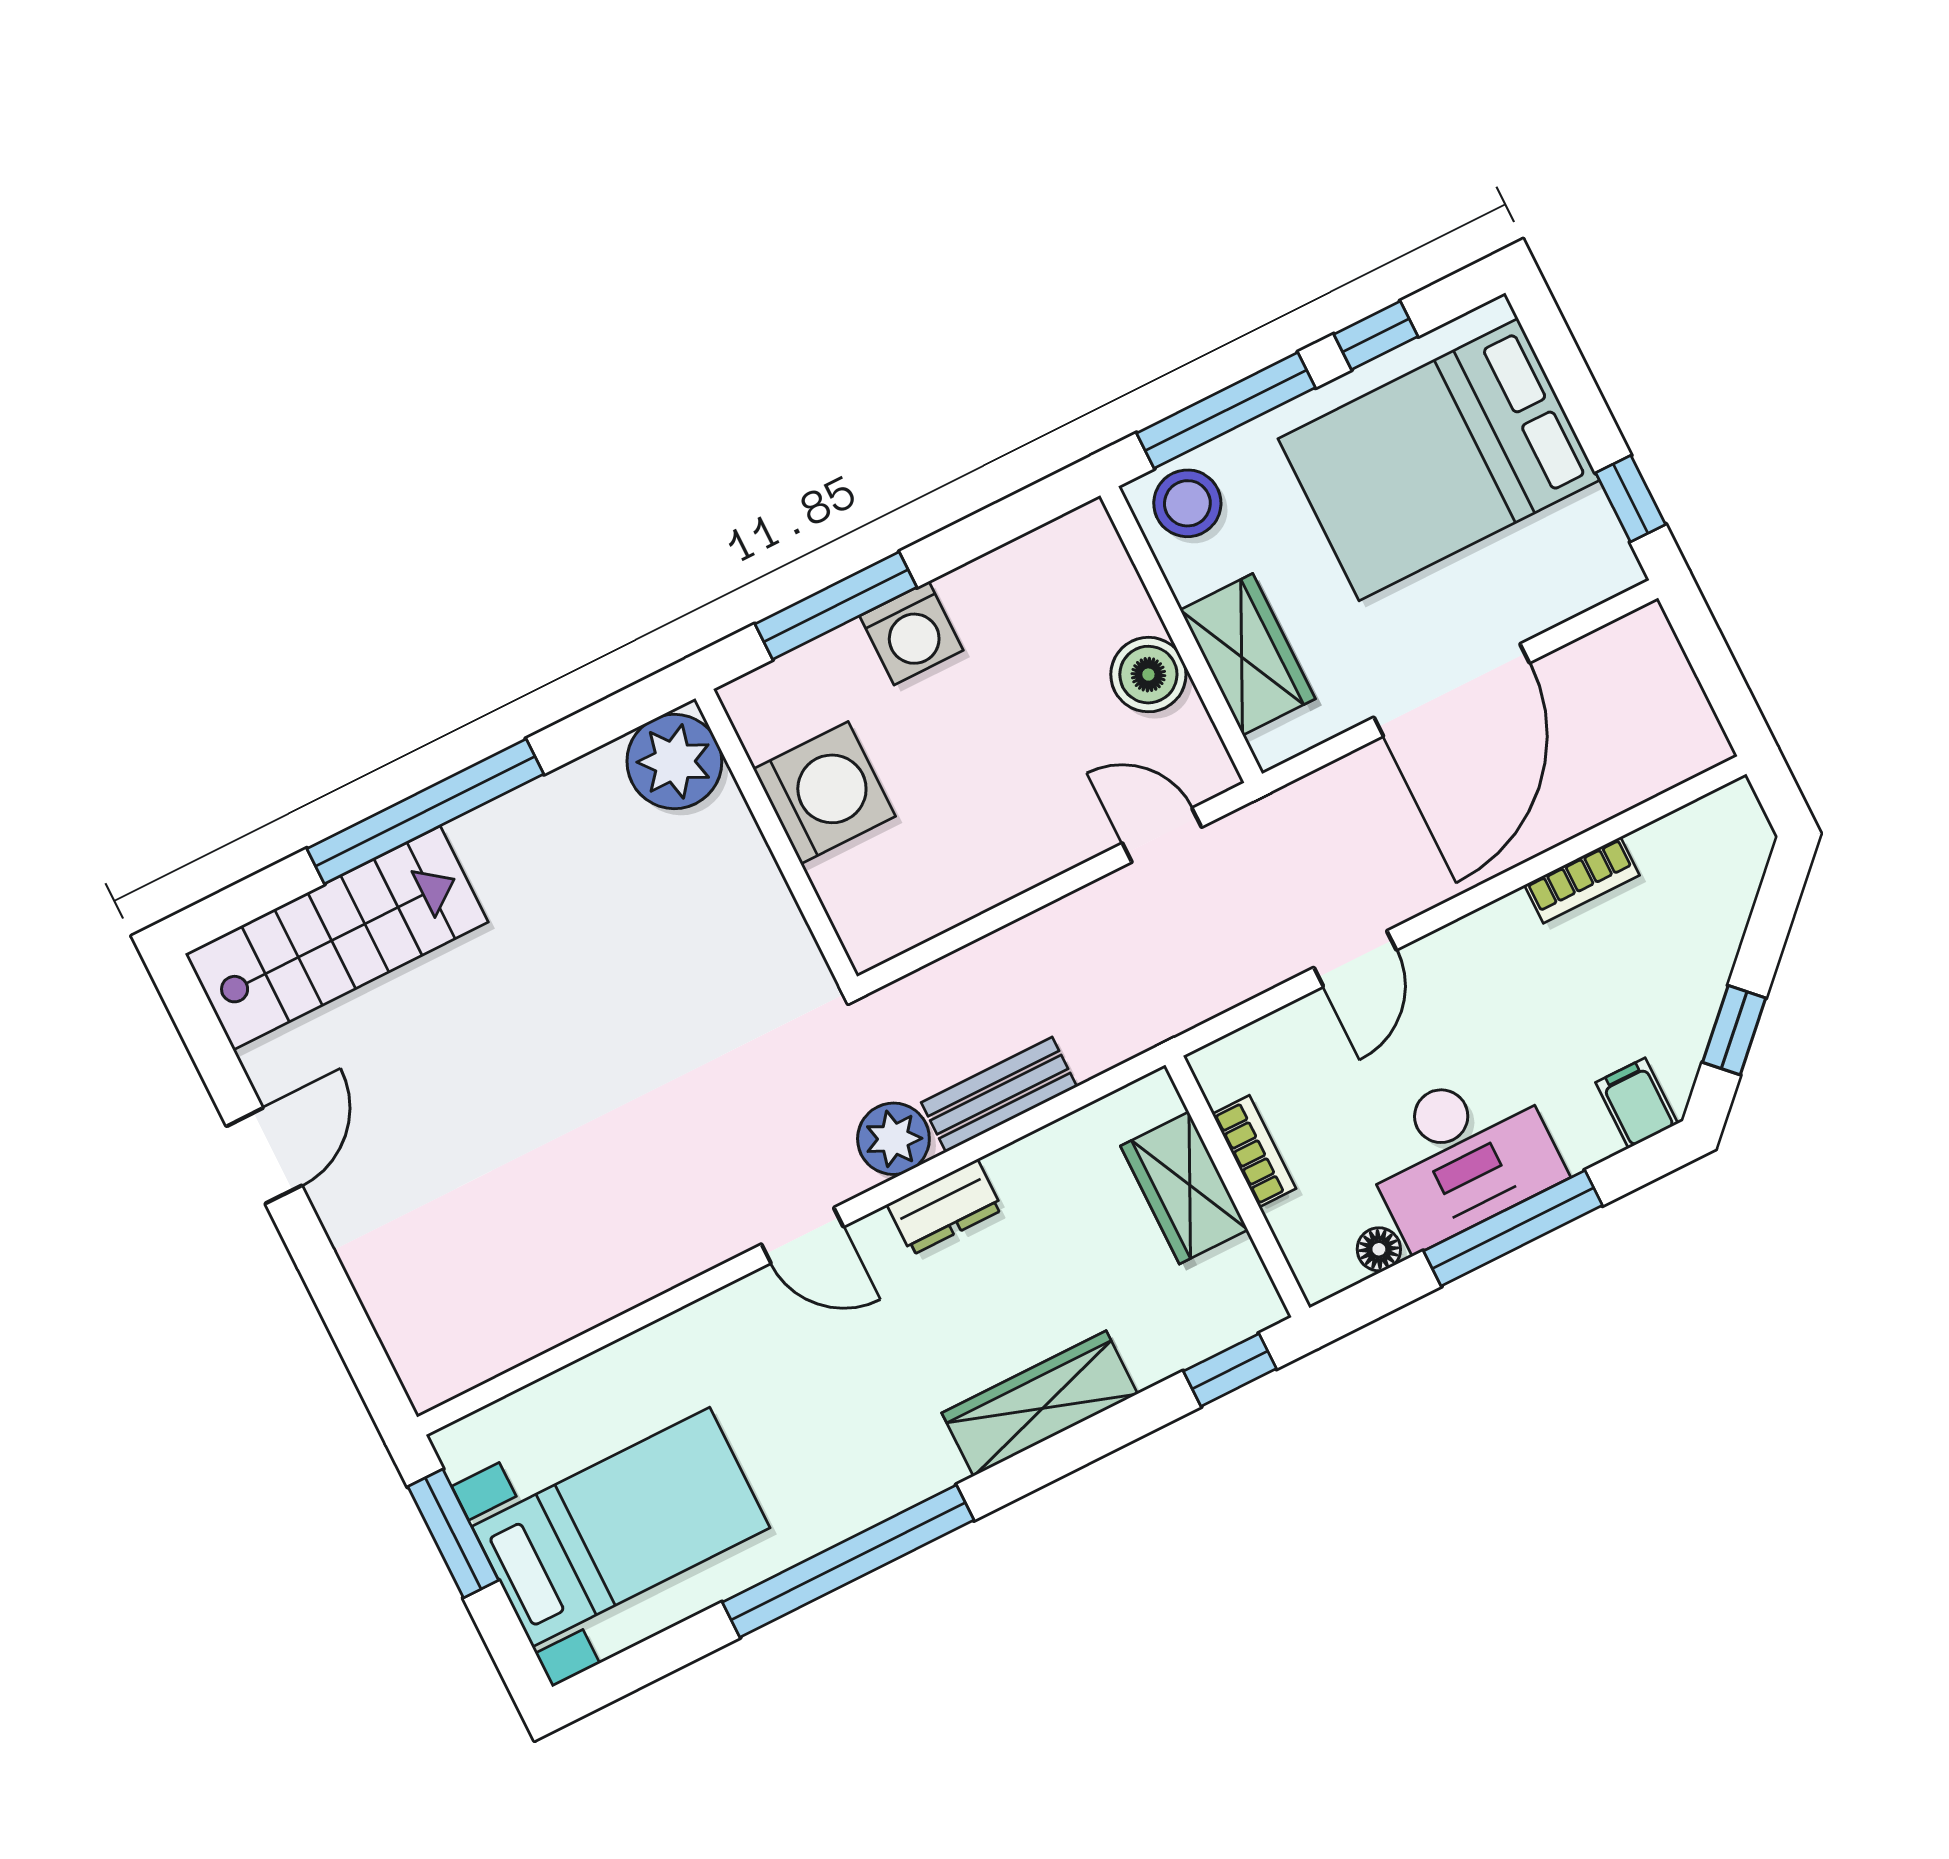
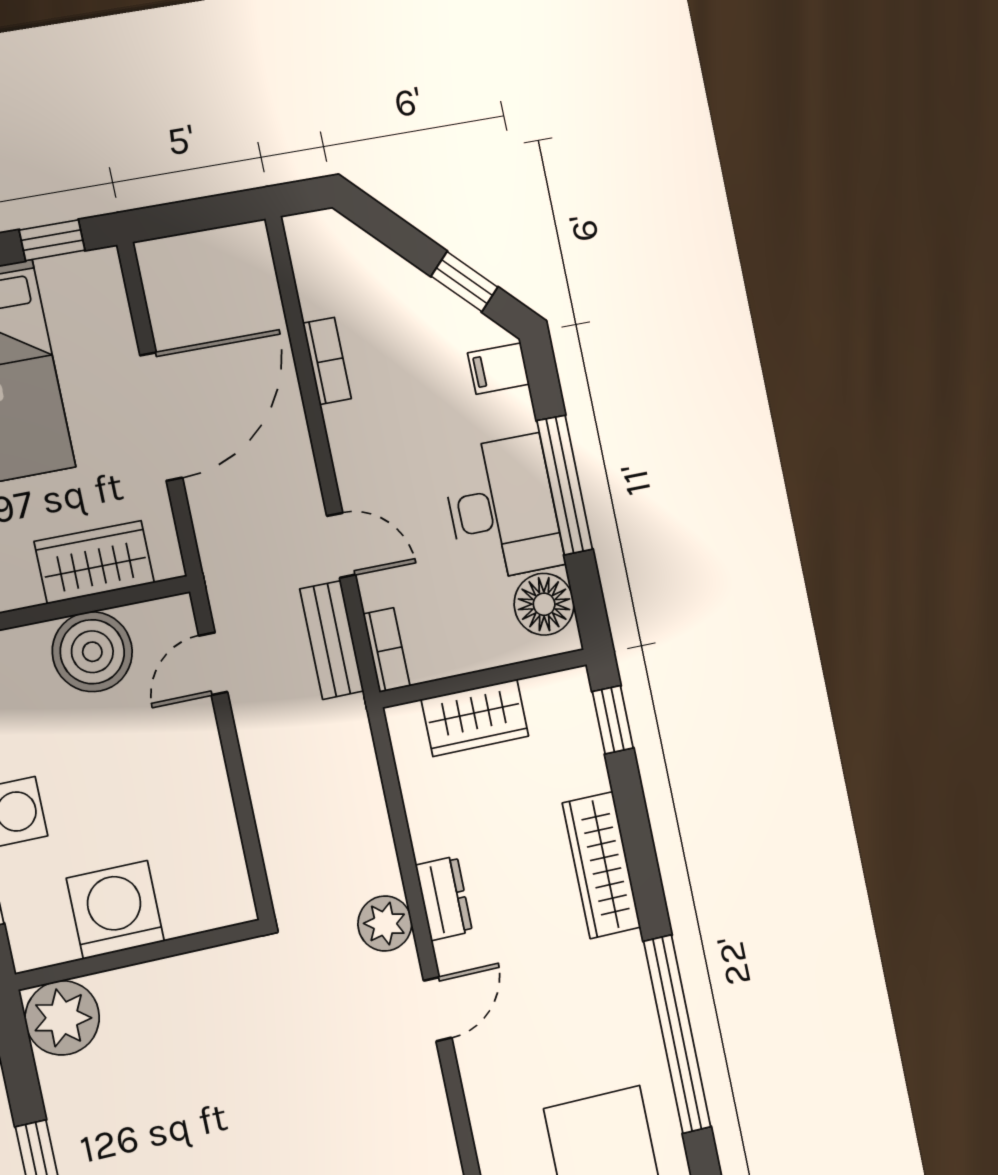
boiler: (1148, 675) -> (92, 652), width x1.37, depth x1.37
door: (1452, 690) -> (161, 417), hinge flipped
bench: (999, 1095) -> (332, 640), moved
bookcase: (1254, 1151) -> (387, 650), moved, turned 90
floor lamp: (1379, 1249) -> (544, 604), width x1.89, depth x1.89

